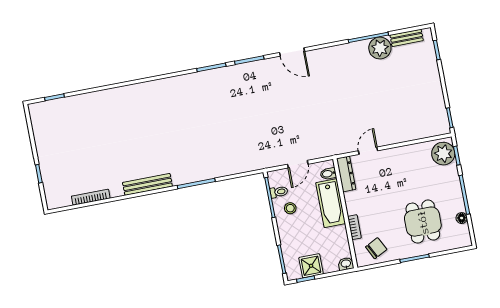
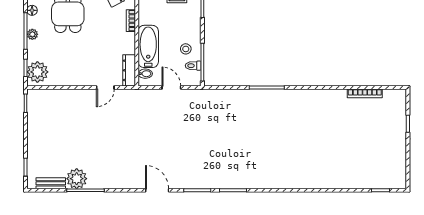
door: (298, 164) -> (171, 88), hinge flipped
bench: (147, 184) -> (311, 95), removed
plant: (456, 193) -> (32, 34), added

